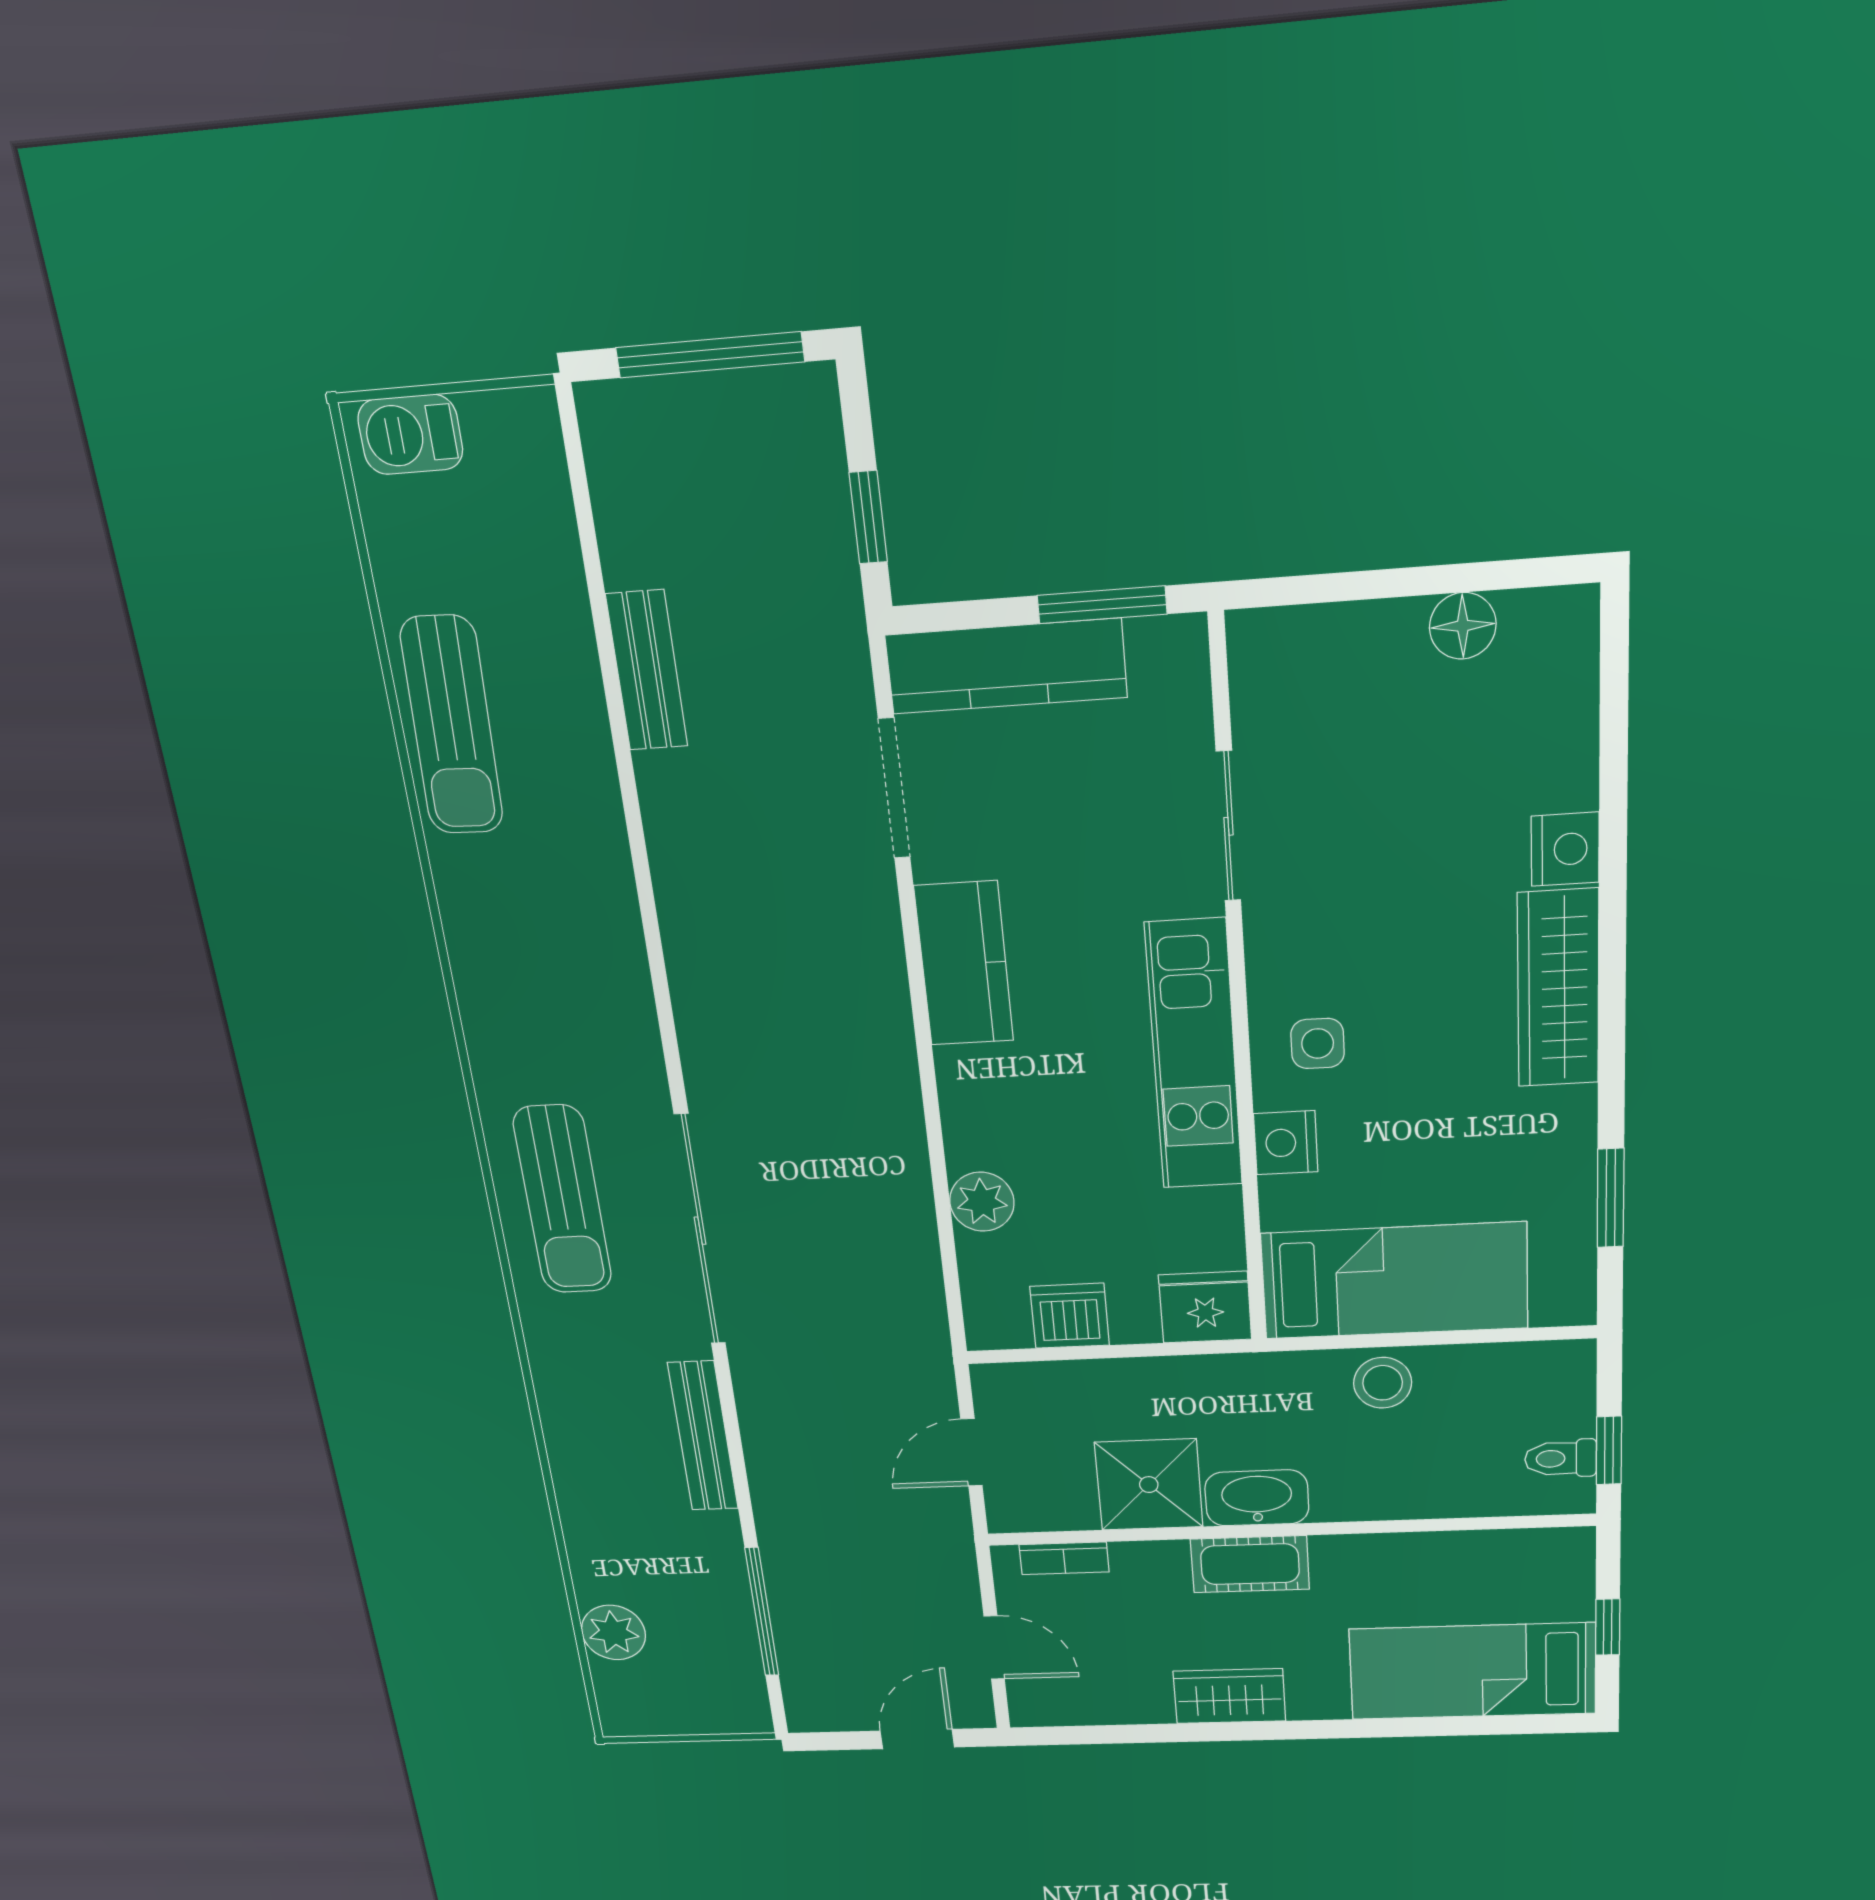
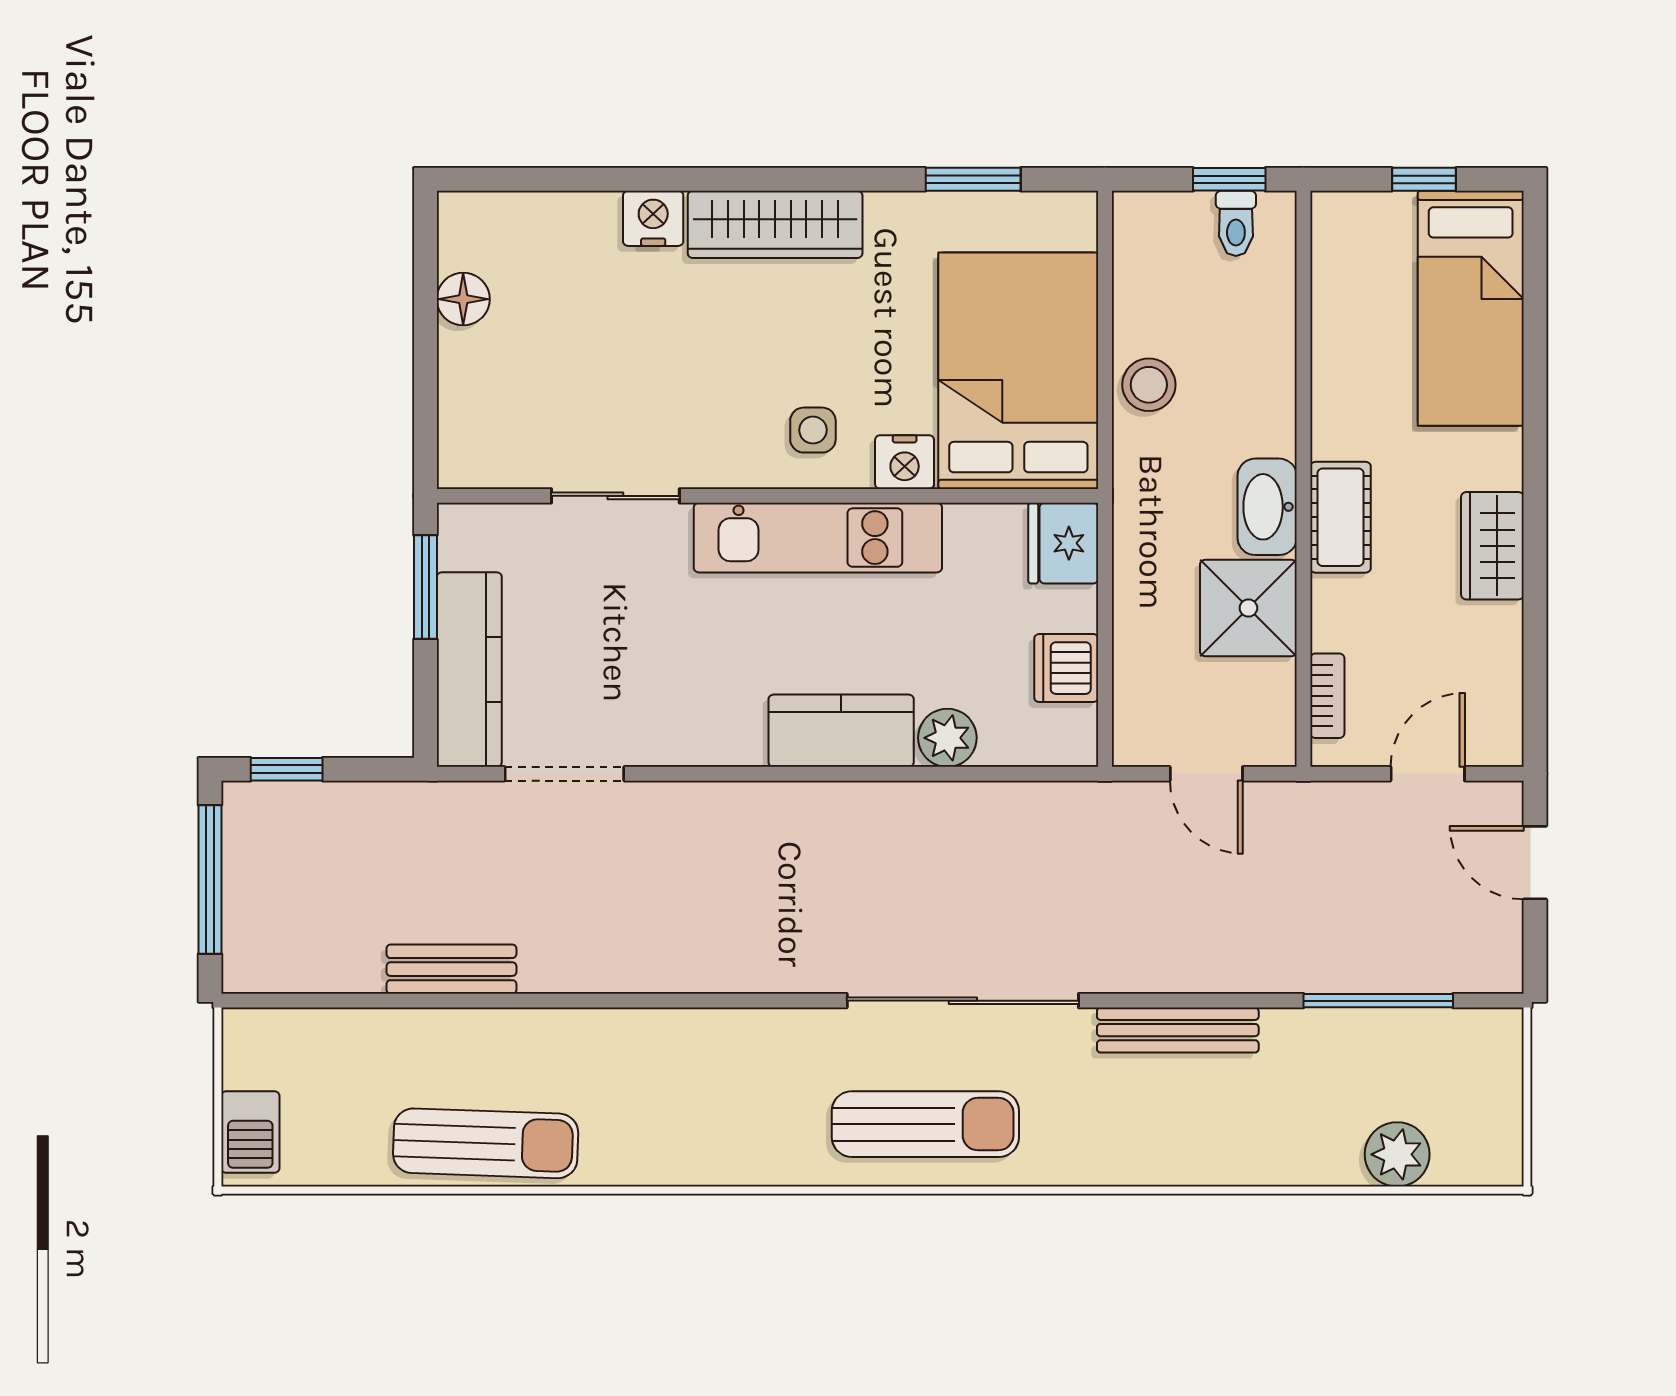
window: (868, 517) -> (287, 769), moved
kitchen counter: (964, 964) -> (841, 731), moved
bed: (1395, 1281) -> (1018, 371), width x1.50

